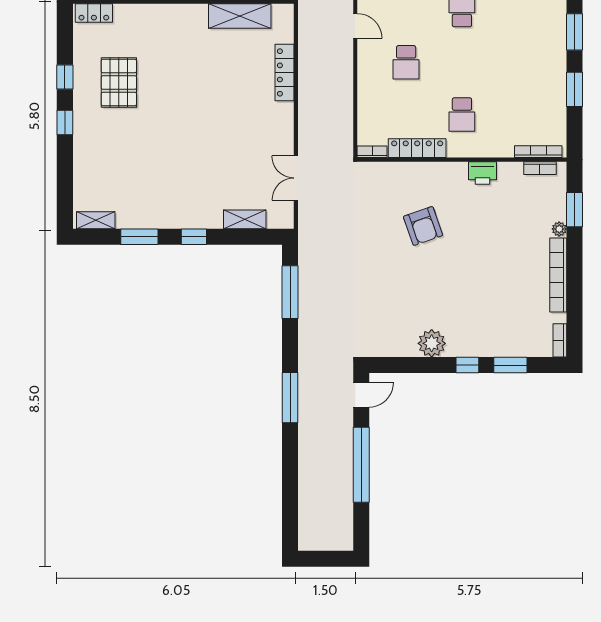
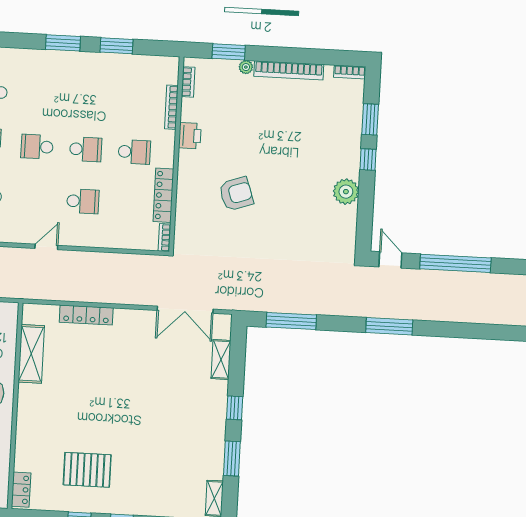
school desk: (462, 62) -> (86, 149), added
bookcase: (538, 152) -> (171, 107), moved
double door: (296, 178) -> (185, 310), width x1.37

